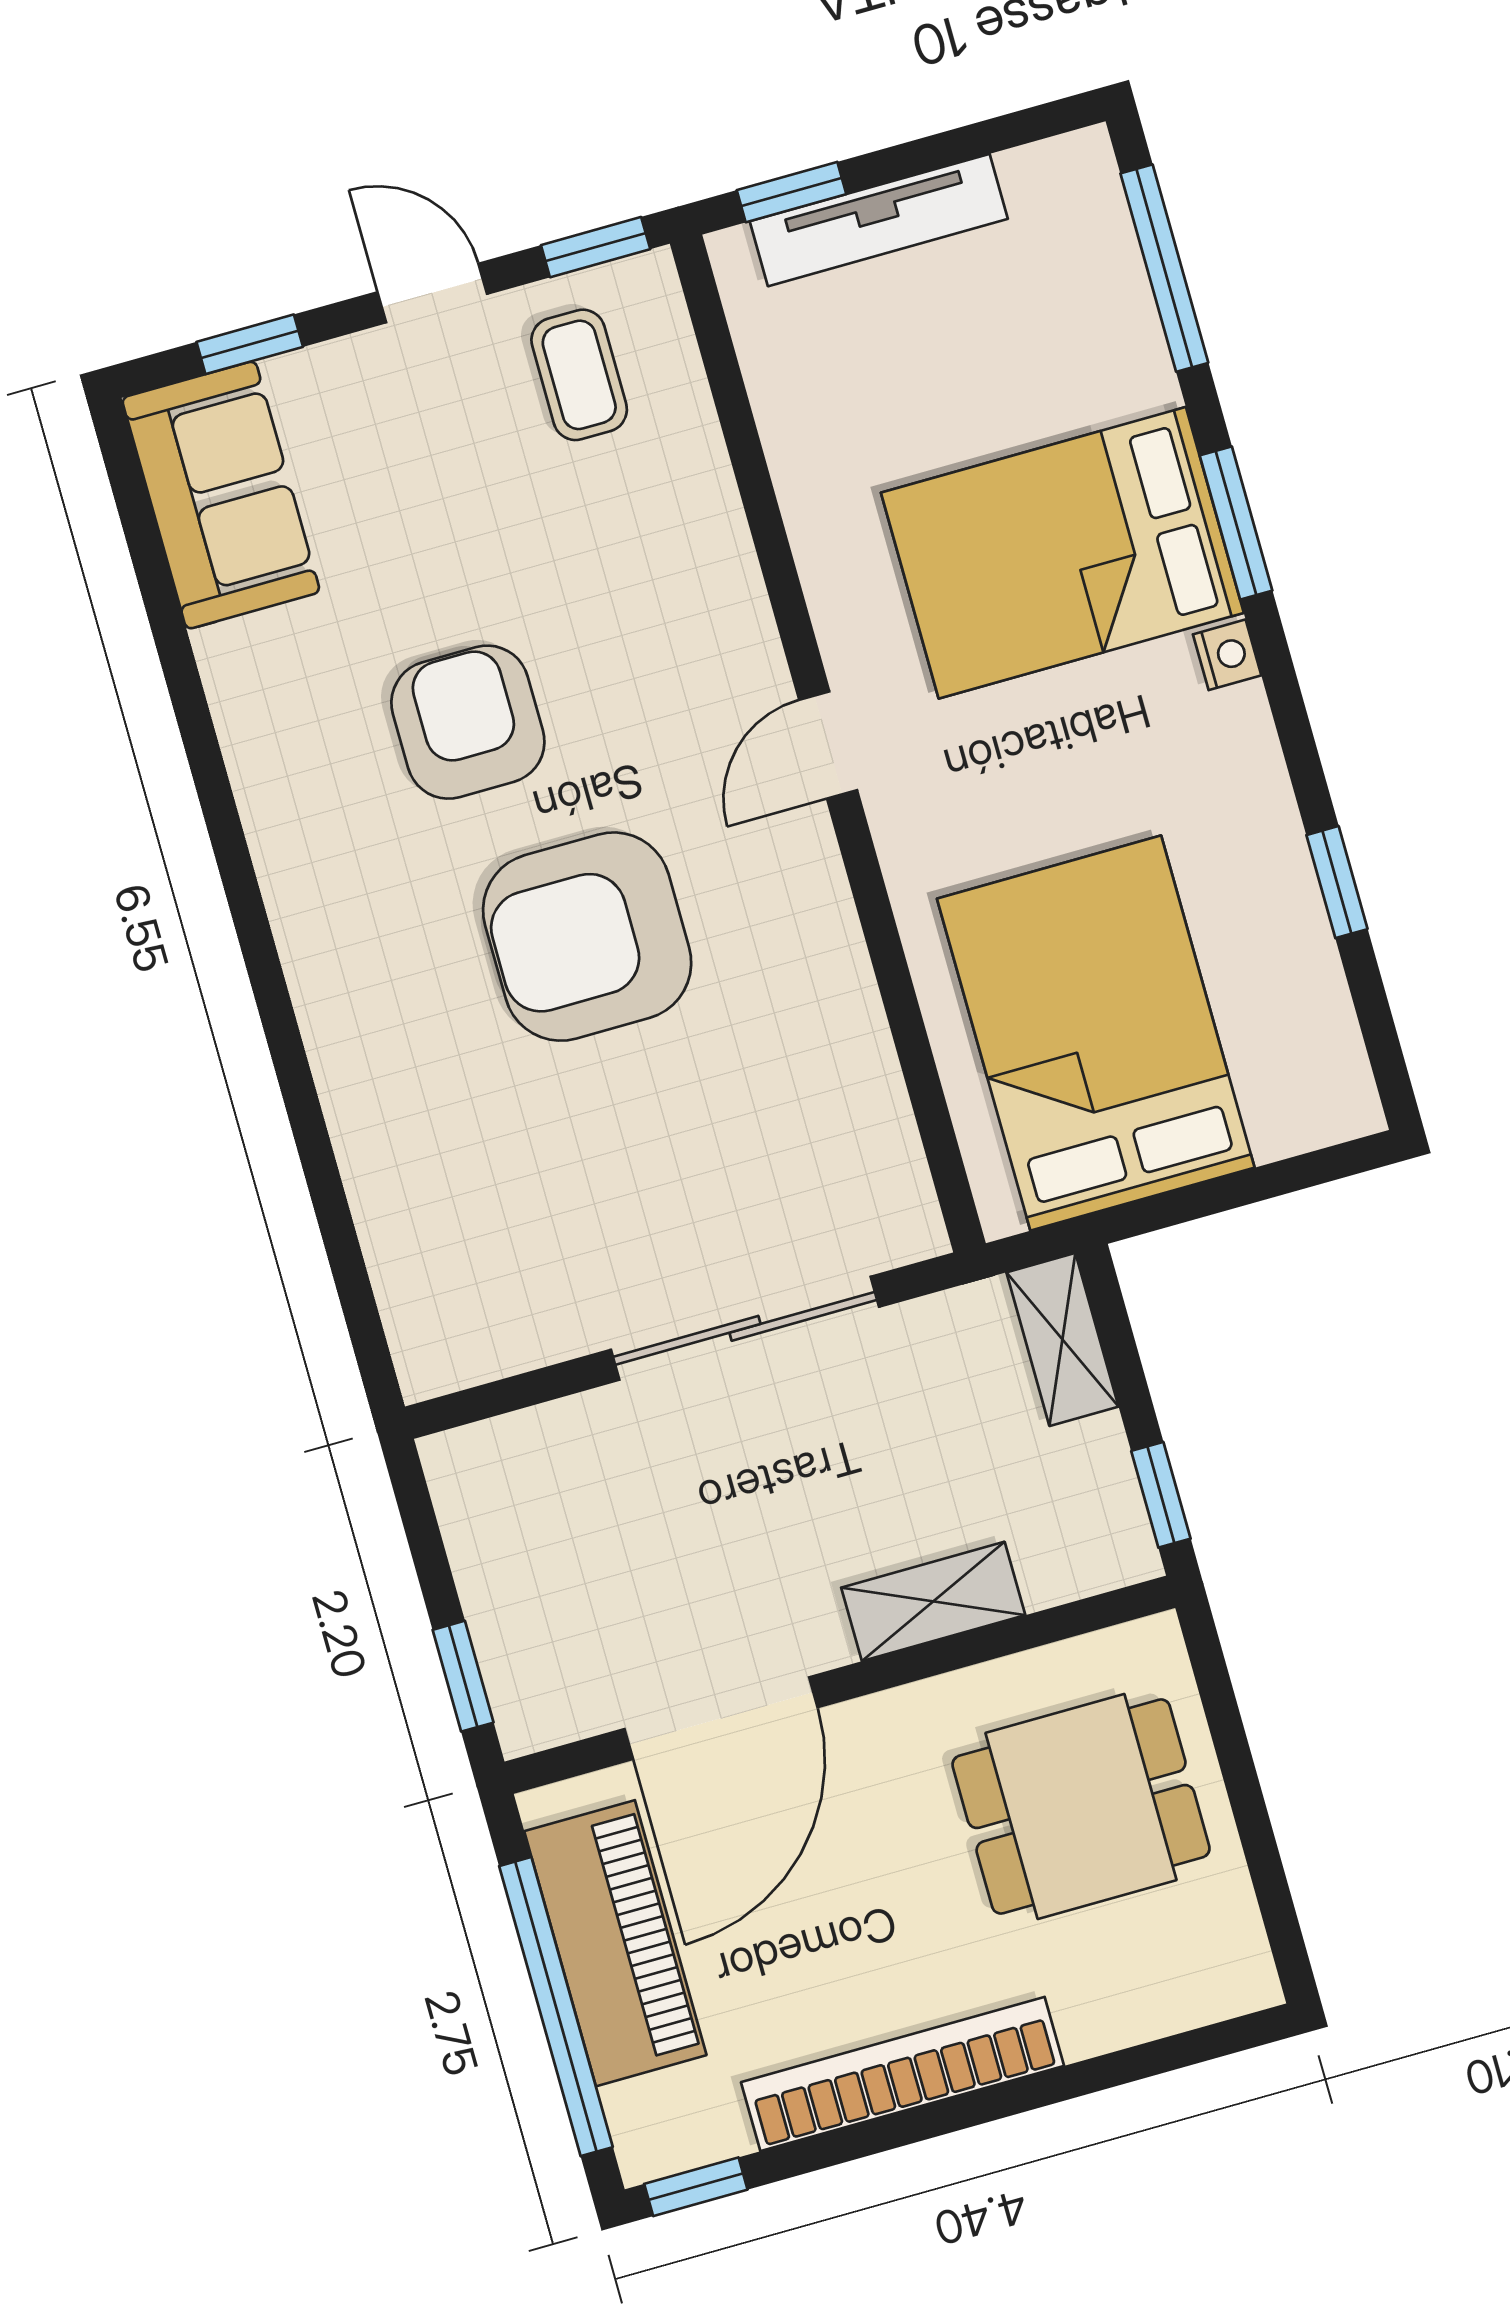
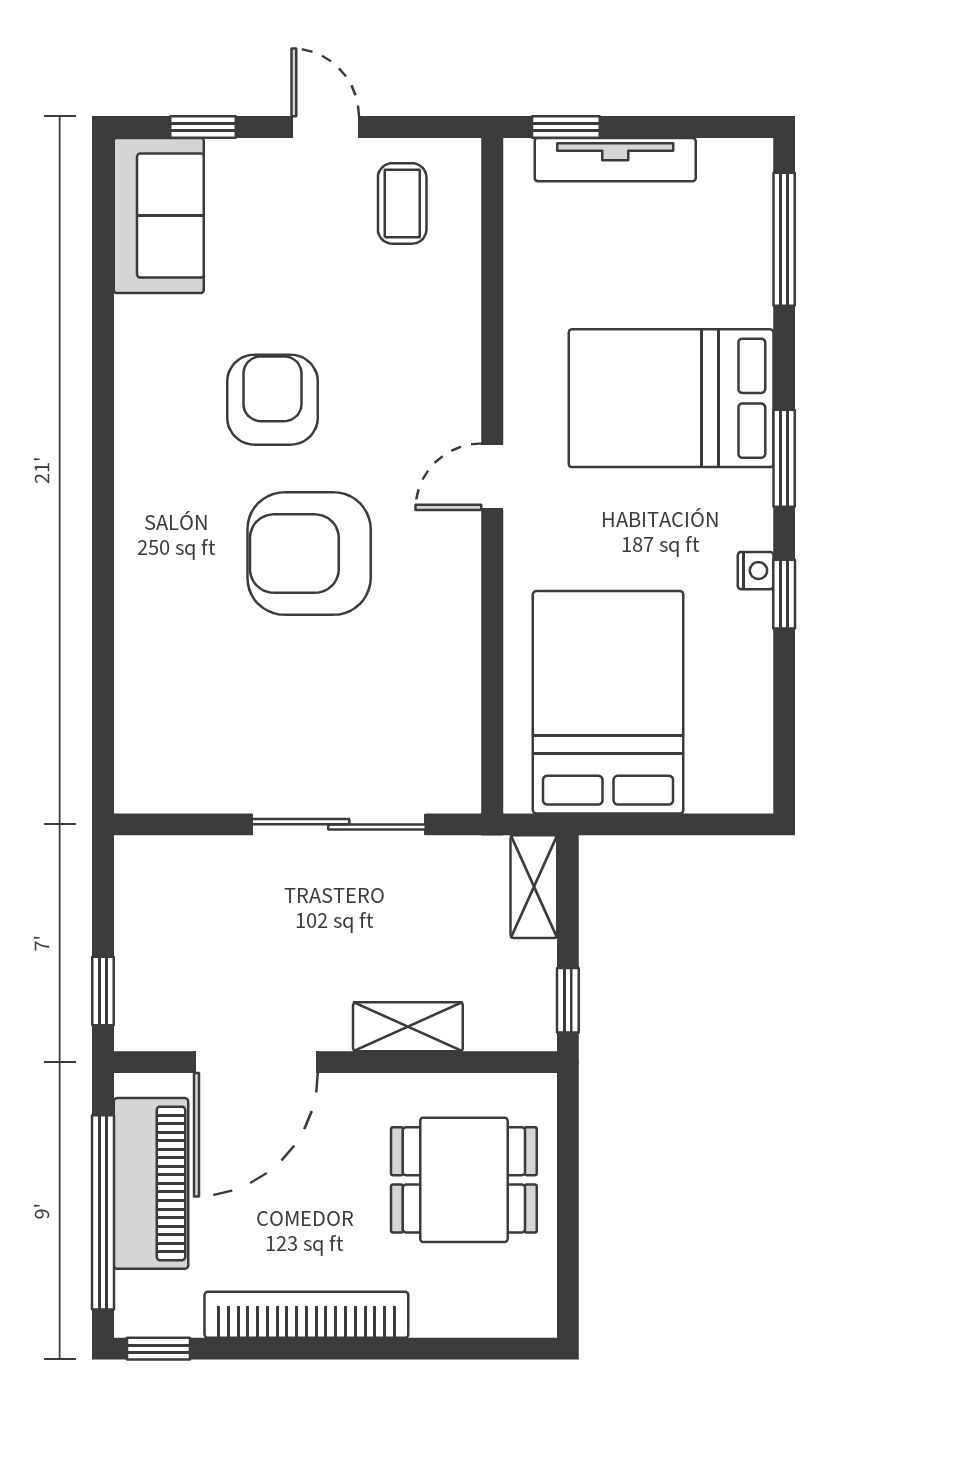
window: (596, 247) -> (435, 127), removed
window: (1236, 523) -> (784, 458), moved
nightstand: (1227, 655) -> (756, 571), moved
window: (1337, 882) -> (784, 594), moved

